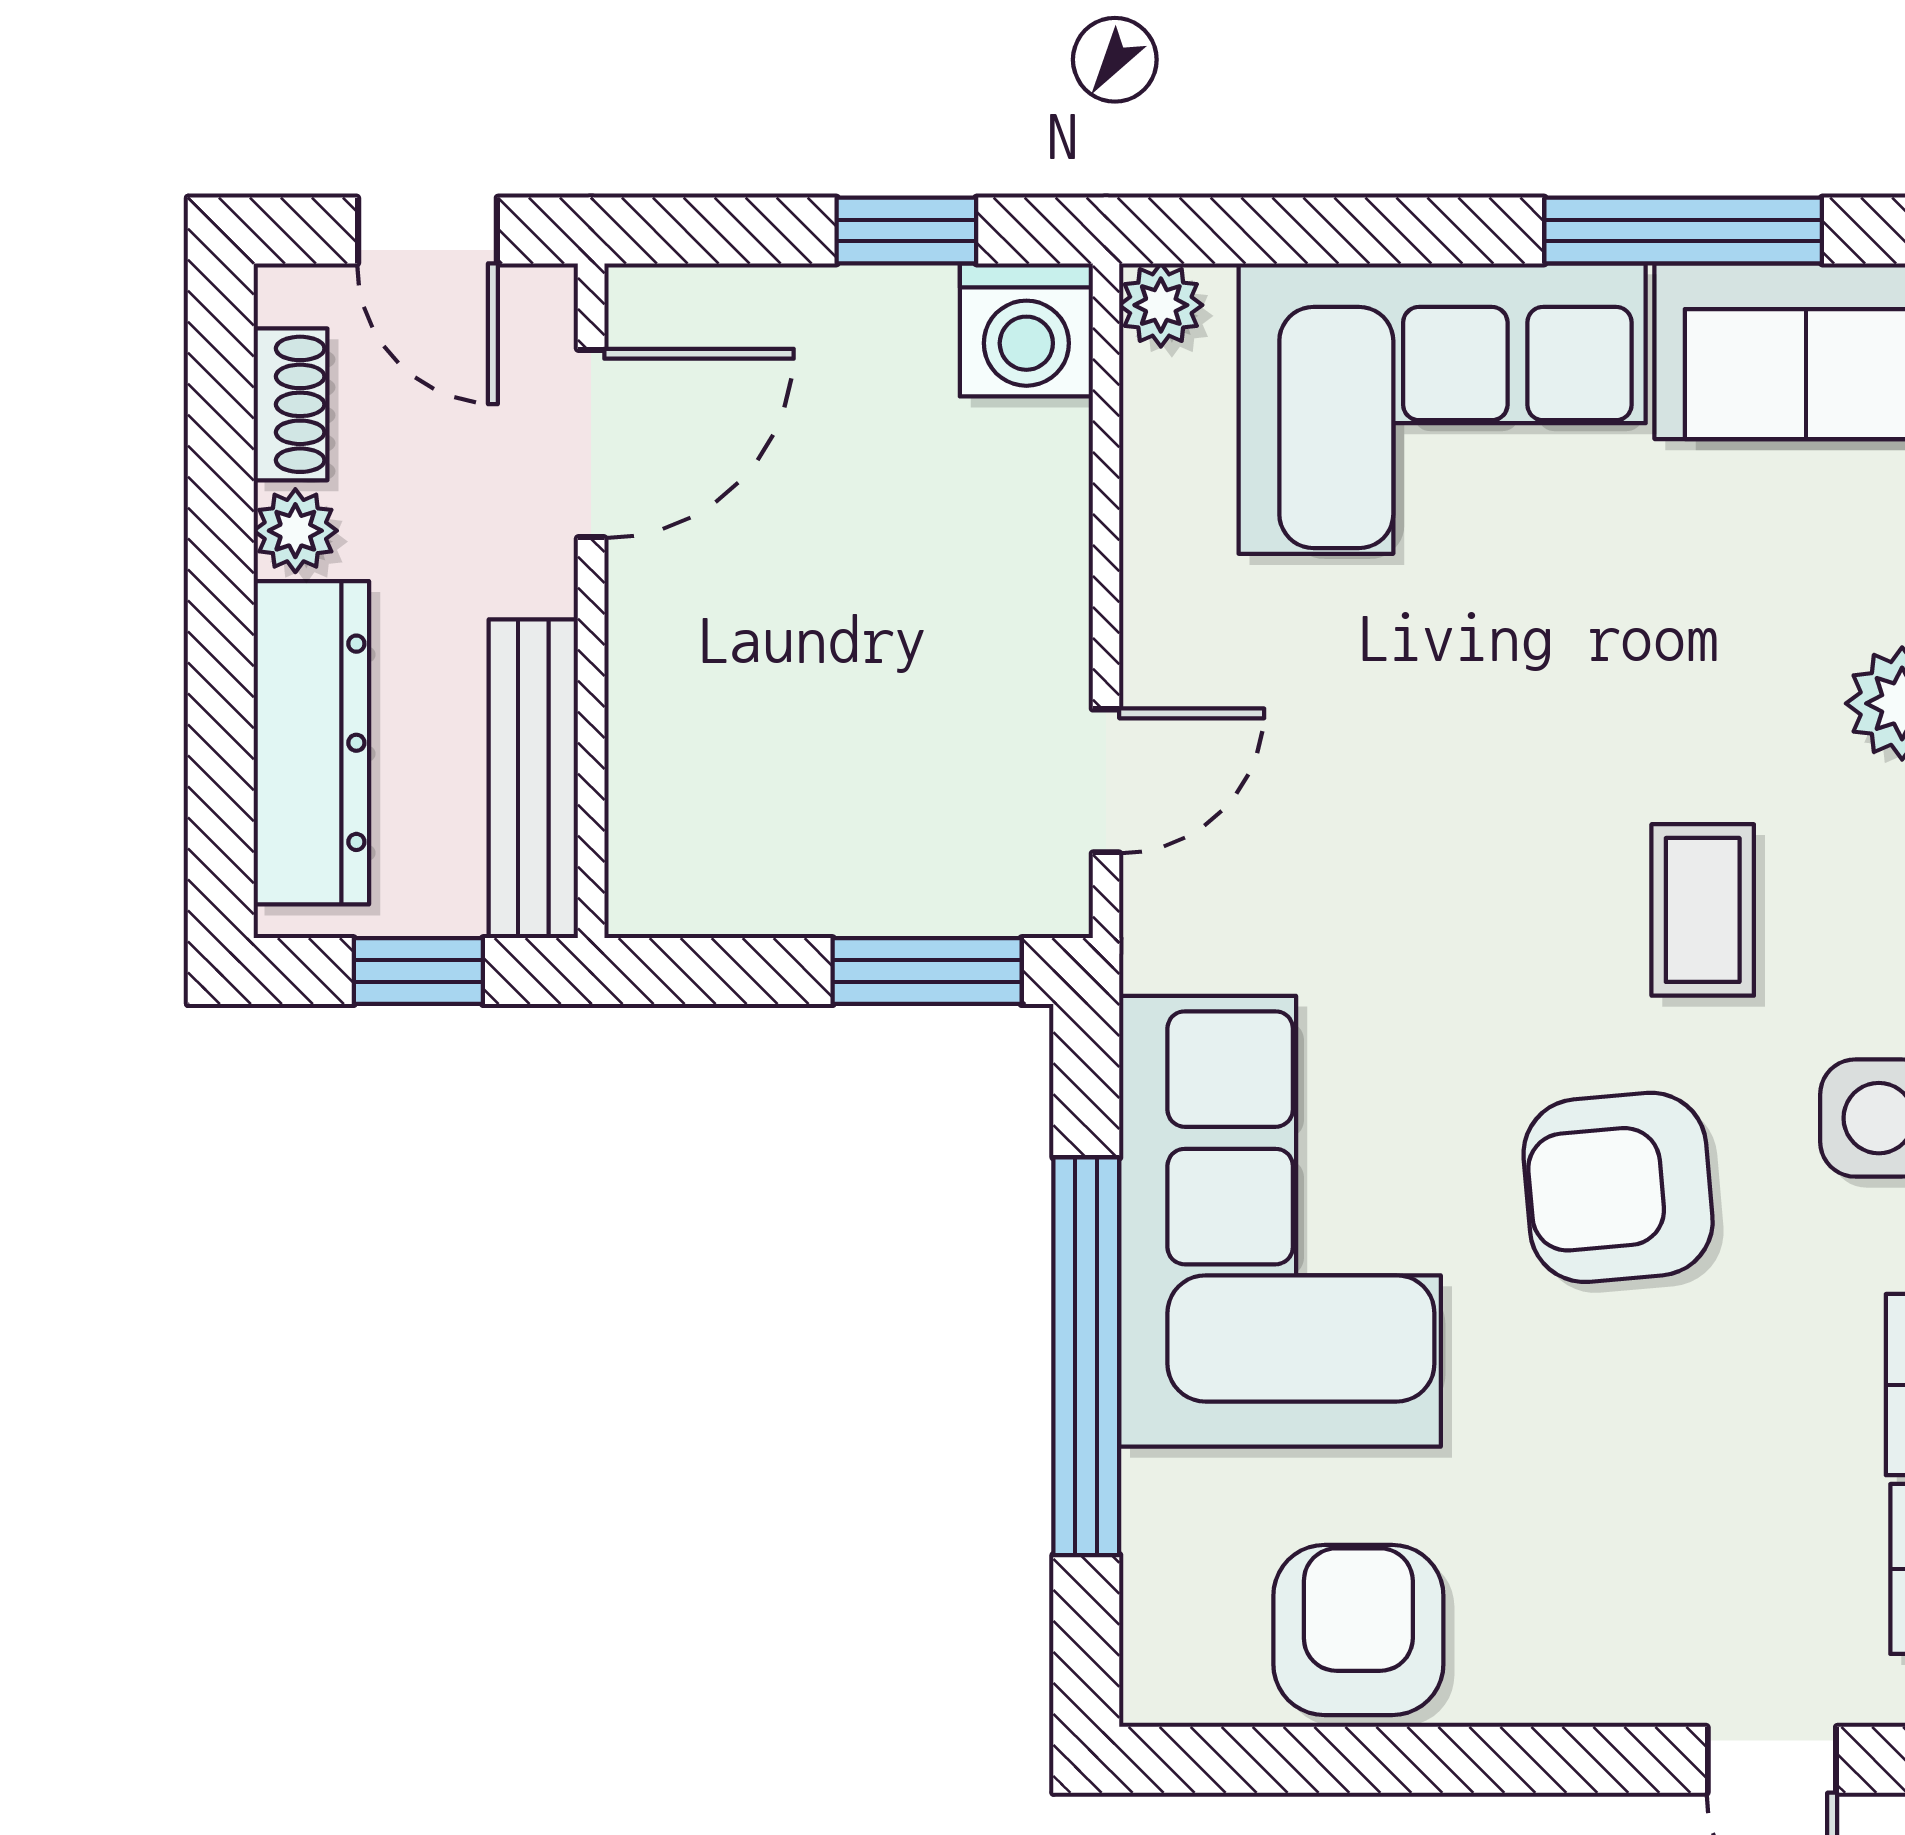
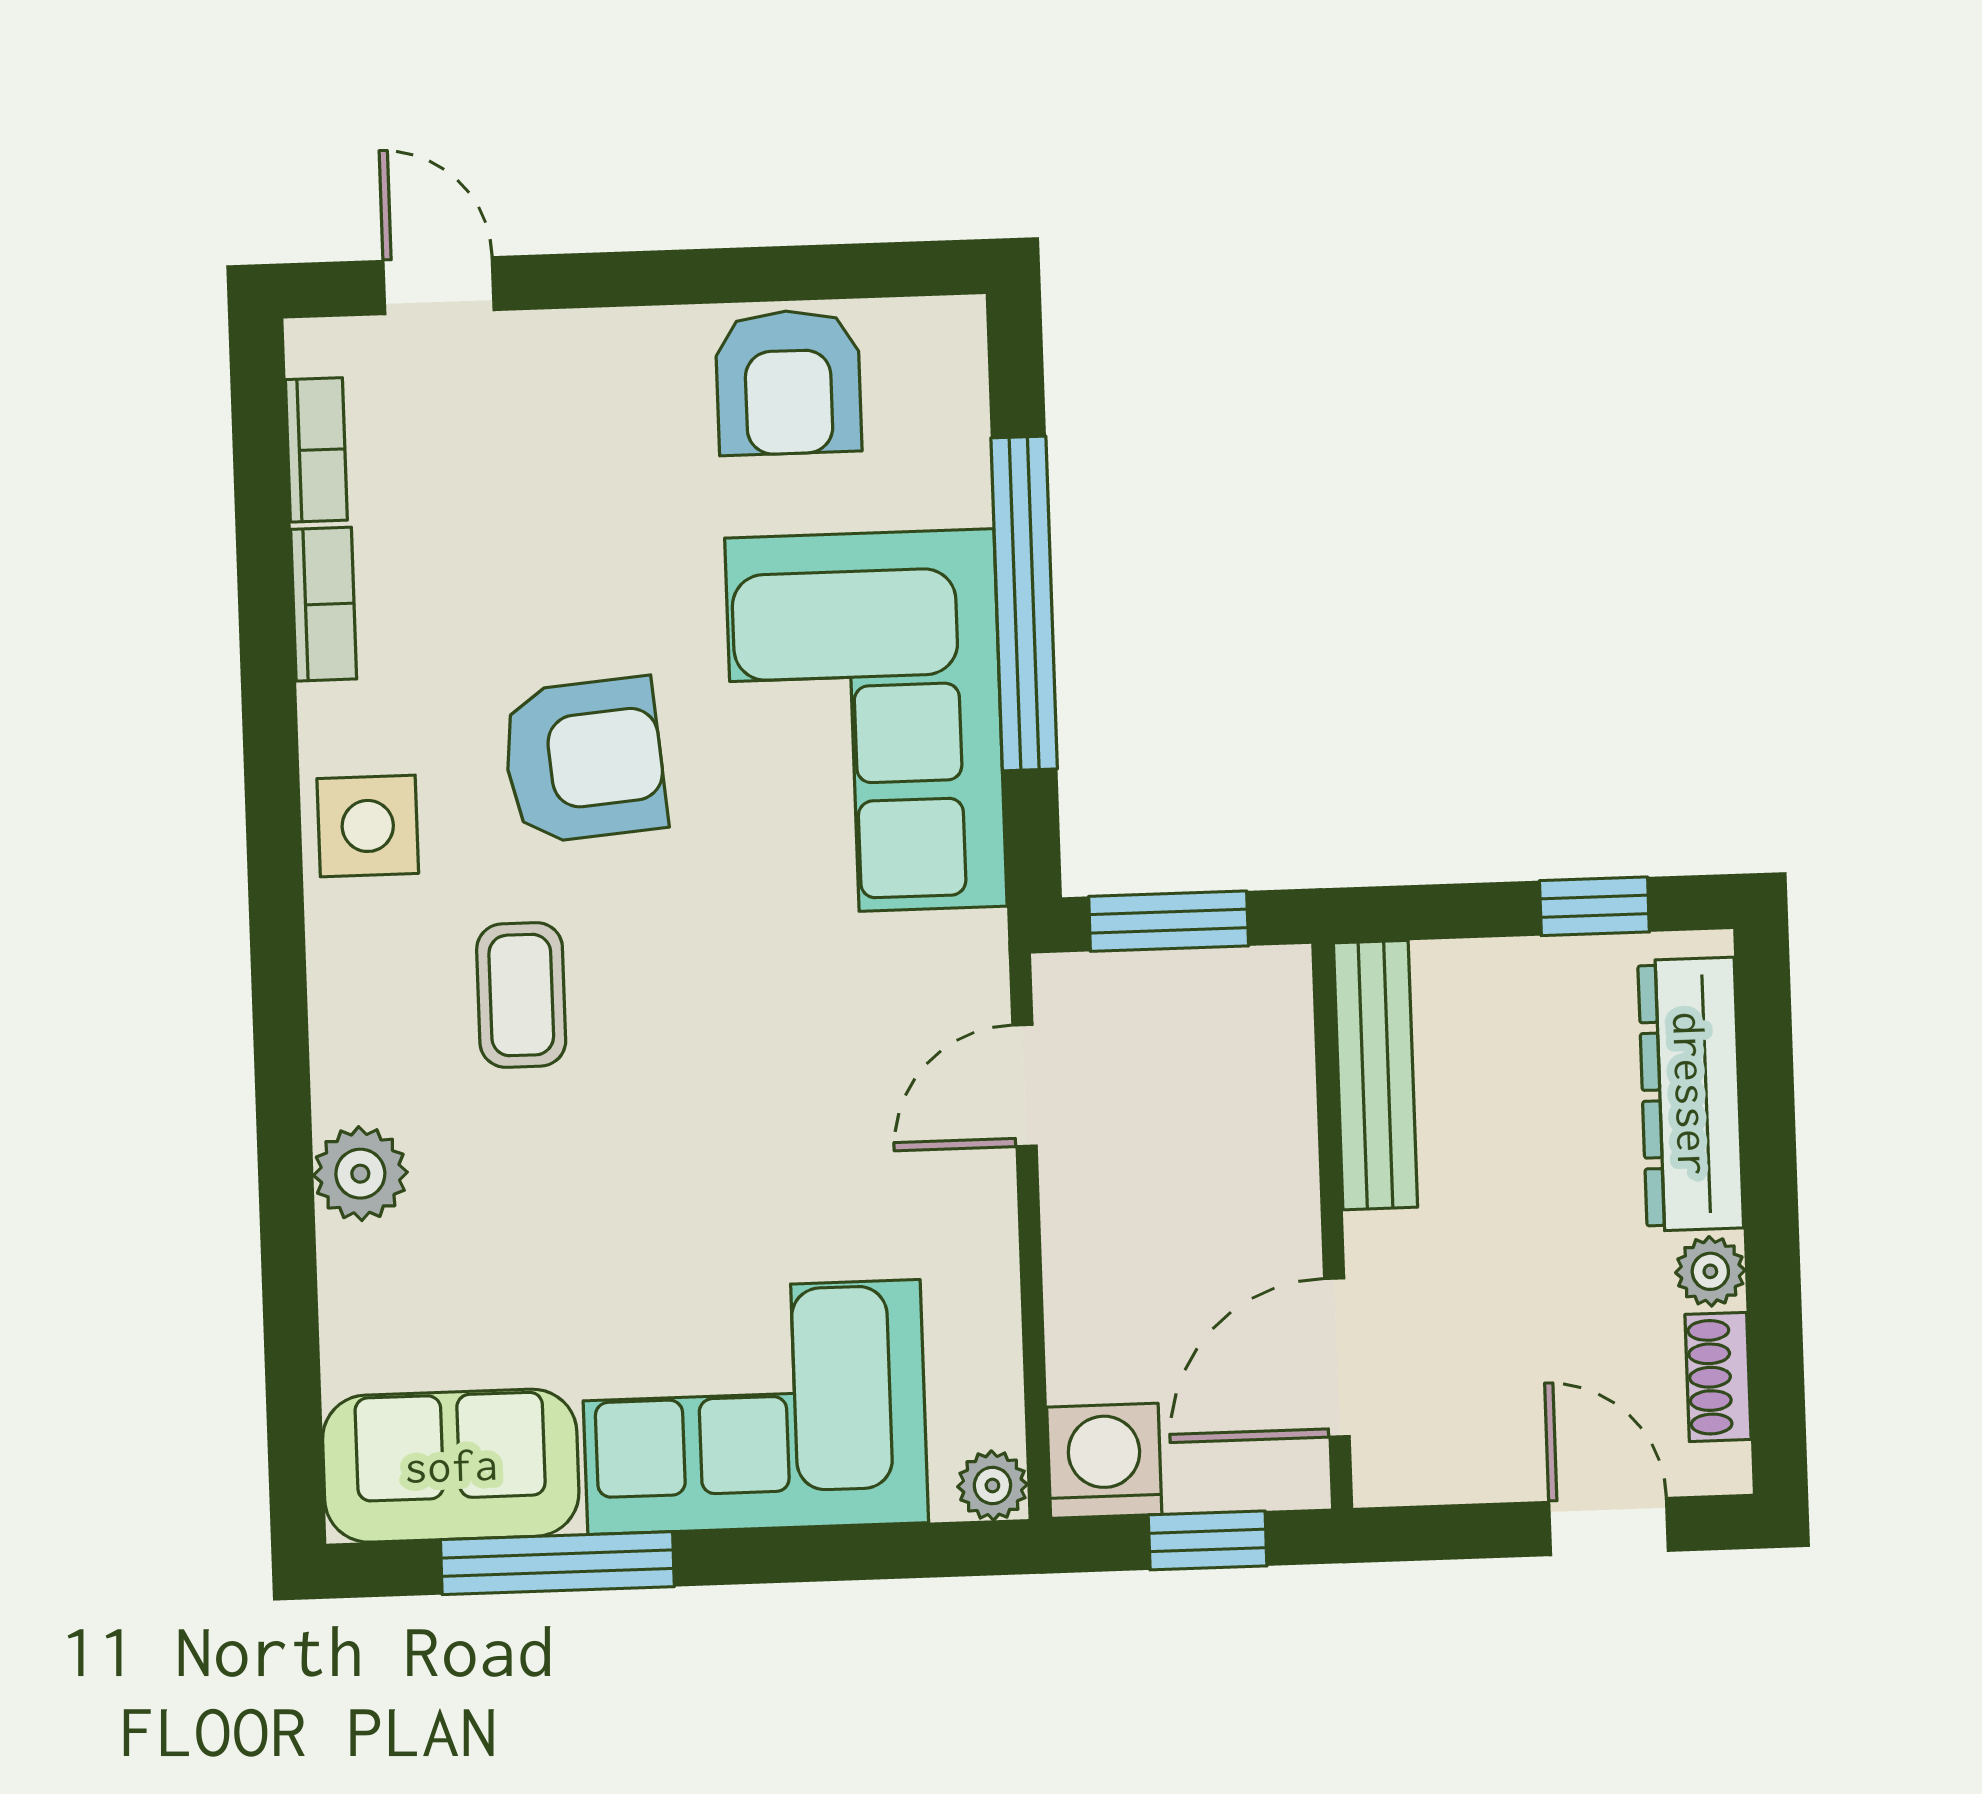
door: (591, 443) -> (1337, 1357), moved
wall: (591, 601) -> (1332, 1226), moved
bench: (533, 779) -> (1375, 1075), moved

